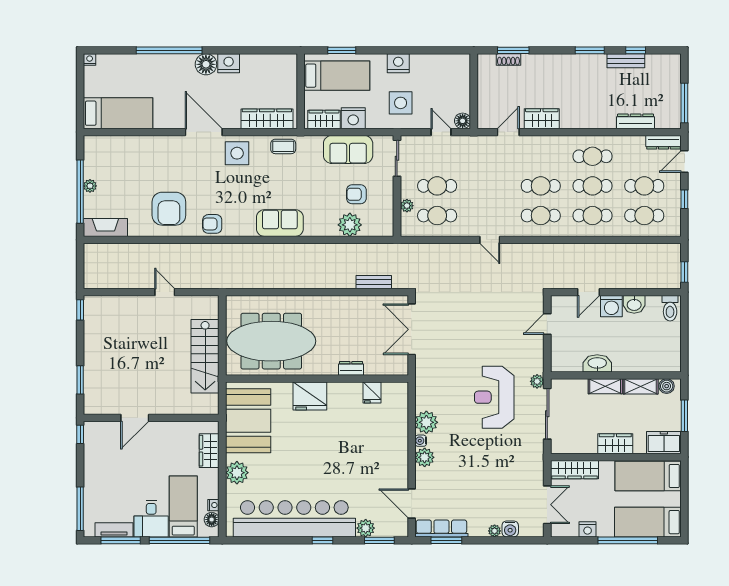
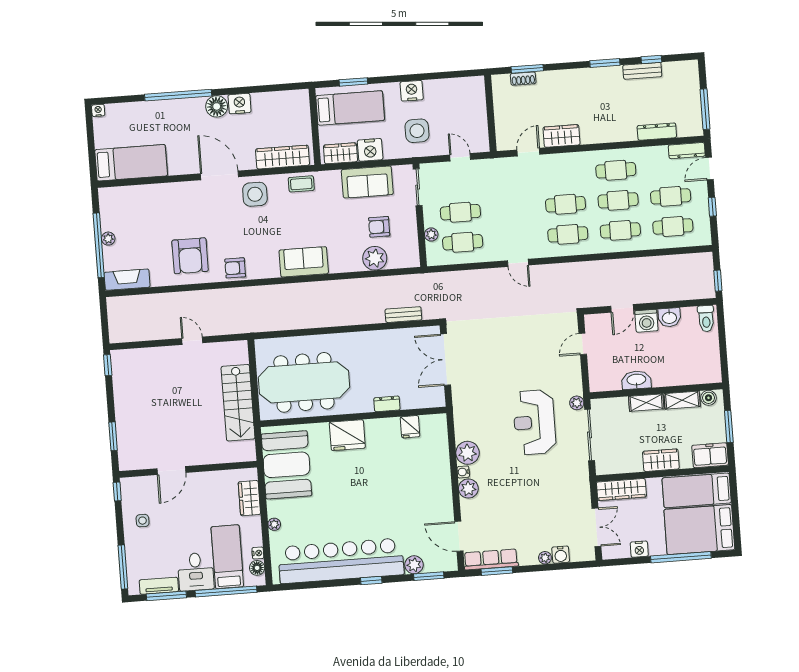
floor lamp: (463, 121) -> (481, 144), removed
side table: (103, 465) -> (143, 521), added
plant: (237, 473) -> (274, 524), width x0.53, depth x0.53
bed: (648, 522) -> (699, 530), width x1.50

